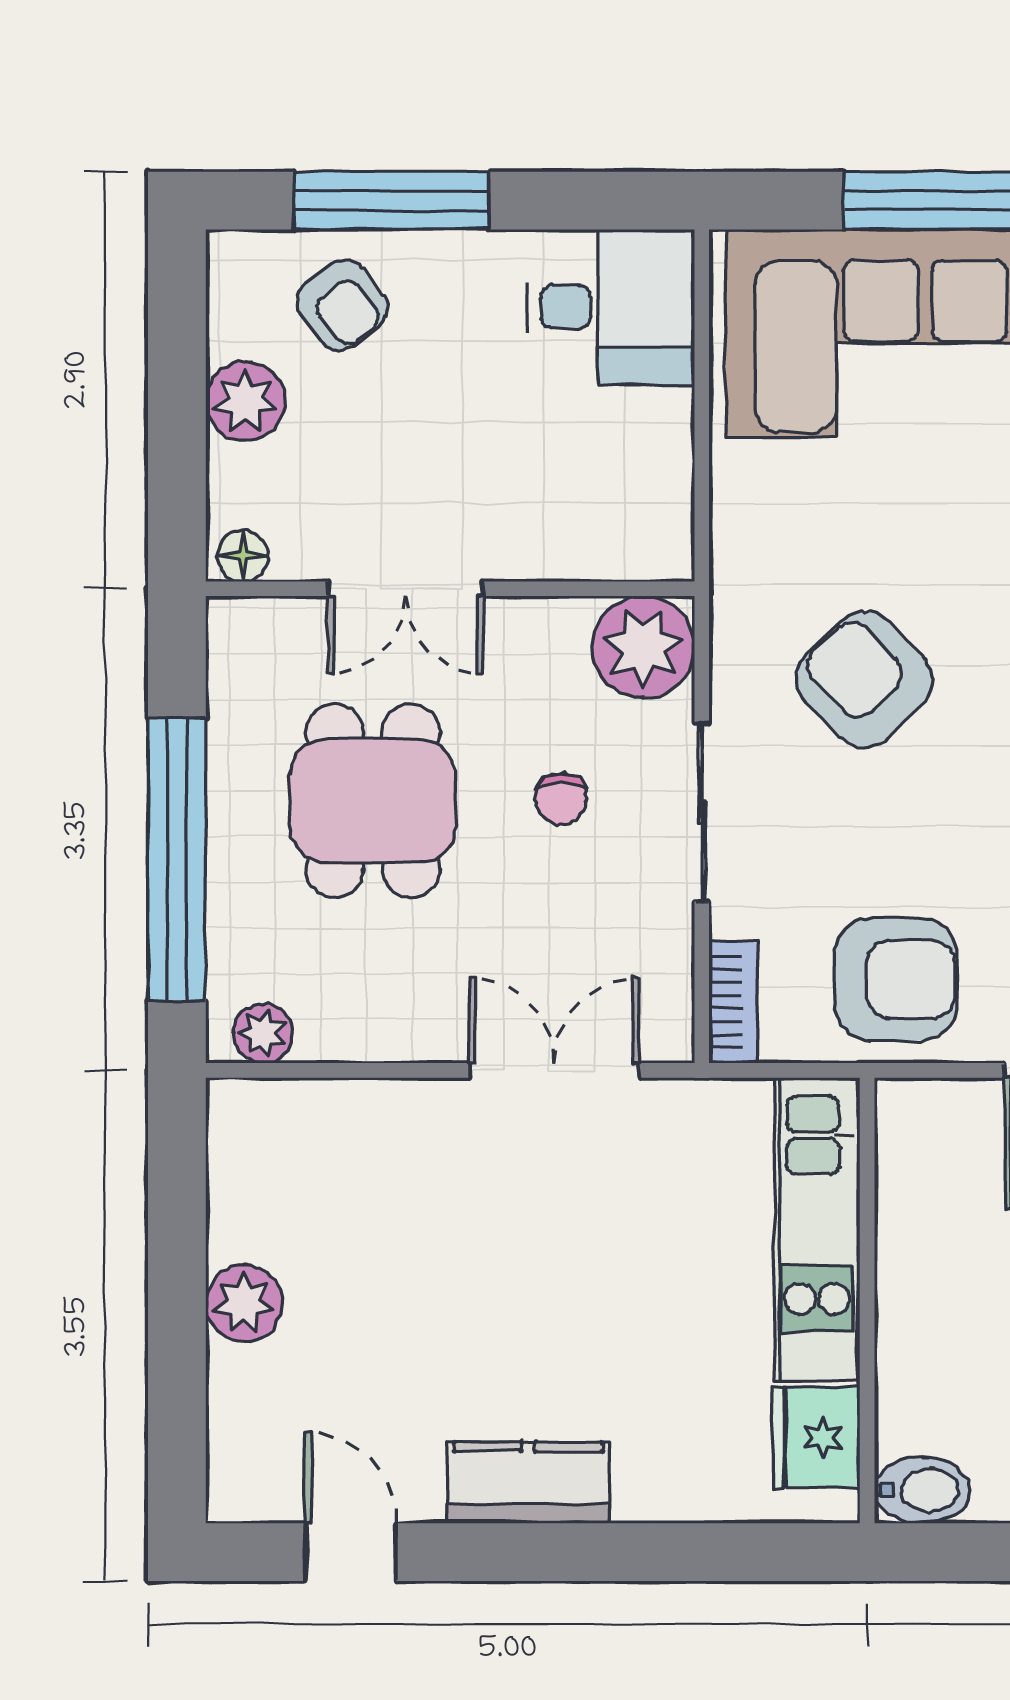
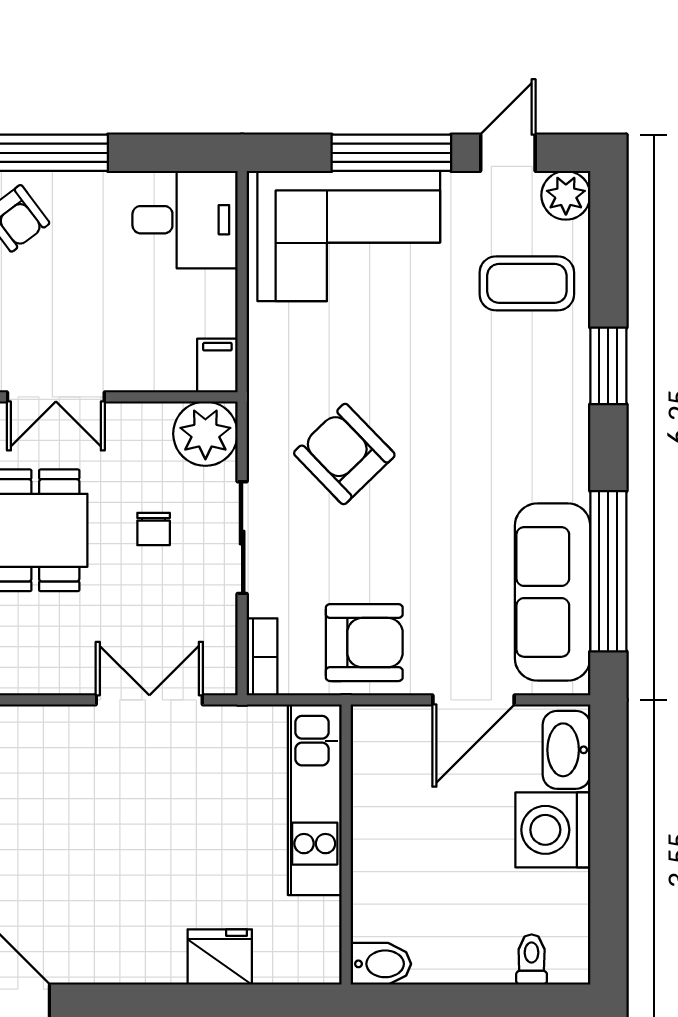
filing cabinet: (662, 539) -> (217, 366), added
fridge: (816, 1438) -> (220, 957), moved, turned 90
kitchen counter: (528, 1483) -> (133, 959), removed

